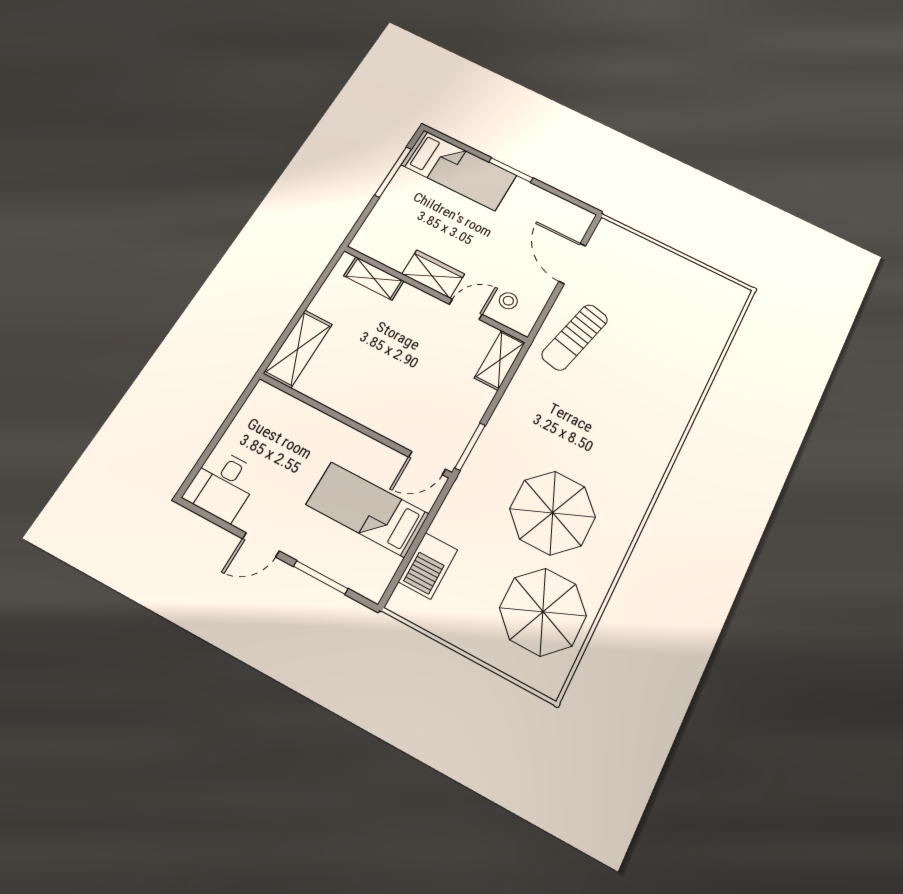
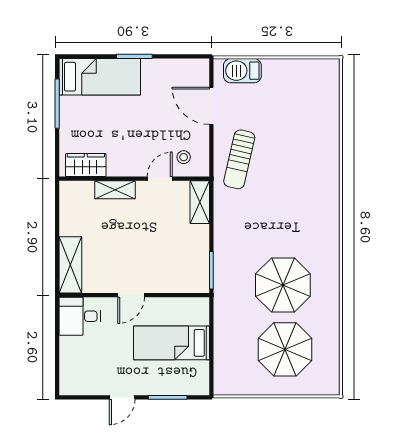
wardrobe: (433, 274) -> (86, 165), moved
shelving: (374, 278) -> (115, 190), moved
door: (427, 463) -> (131, 295), moved
desk: (222, 485) -> (80, 316), moved, turned 90
barbecue: (428, 566) -> (242, 71), moved, turned 90
parasol: (543, 612) -> (285, 349), moved

